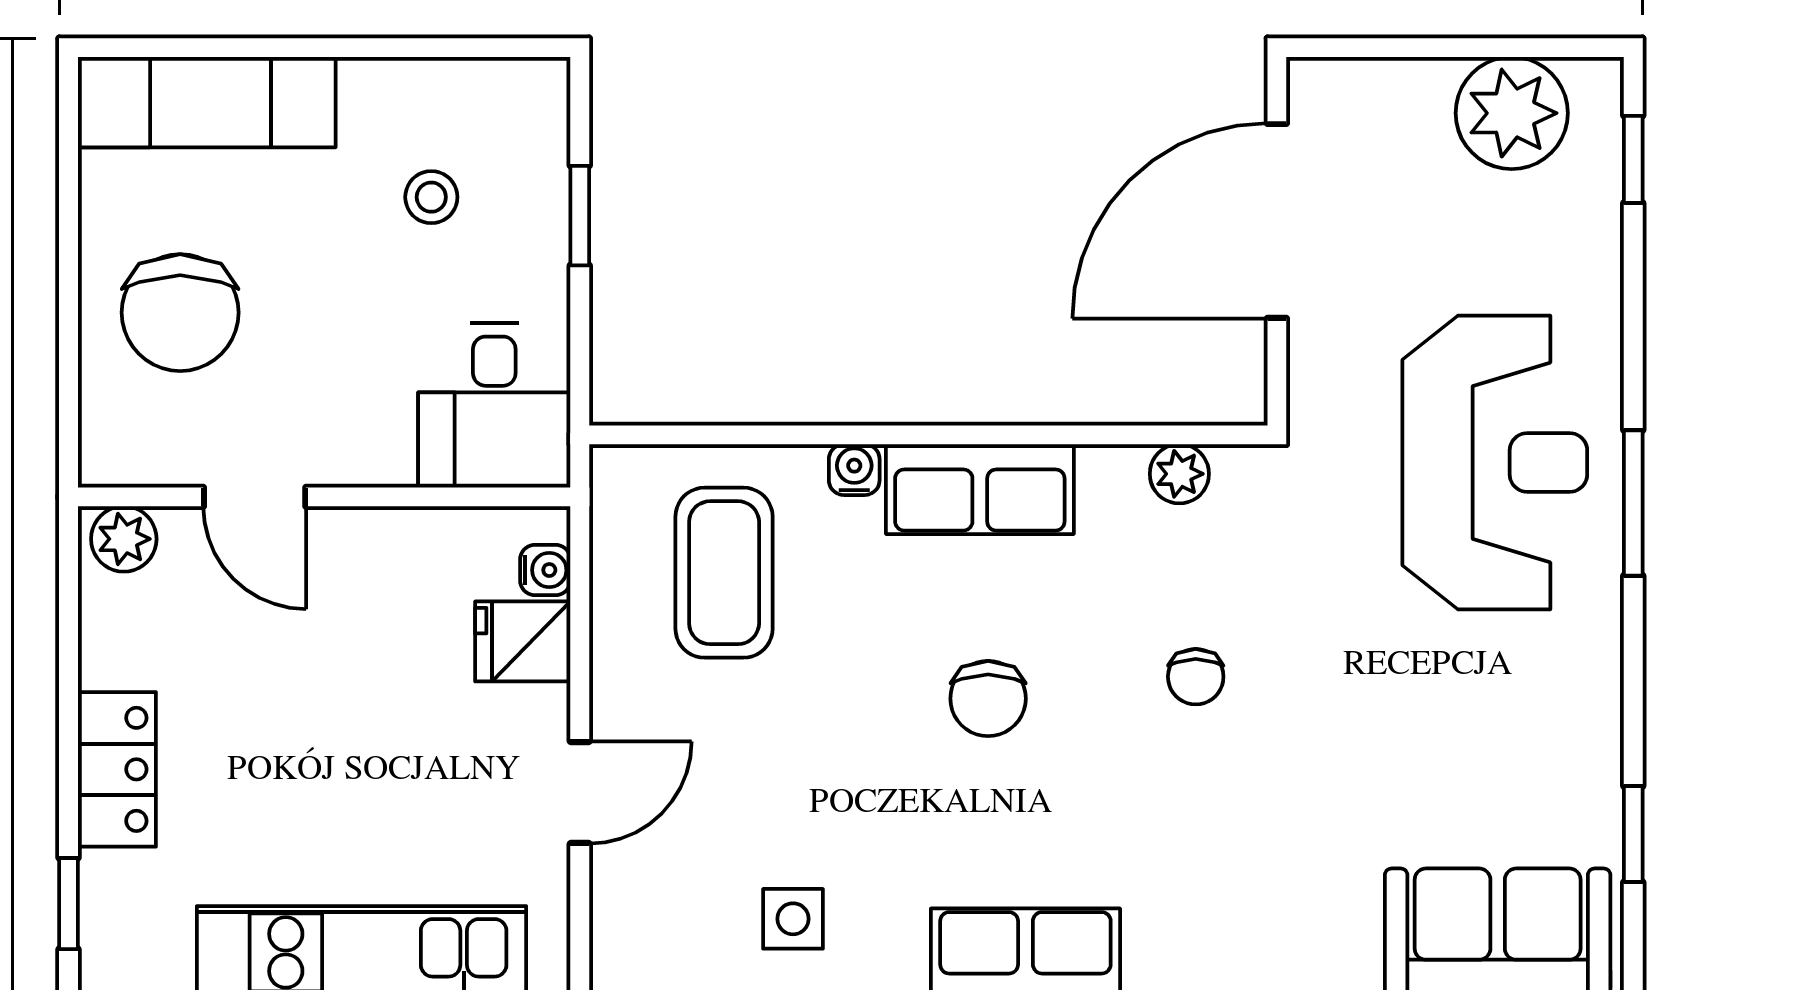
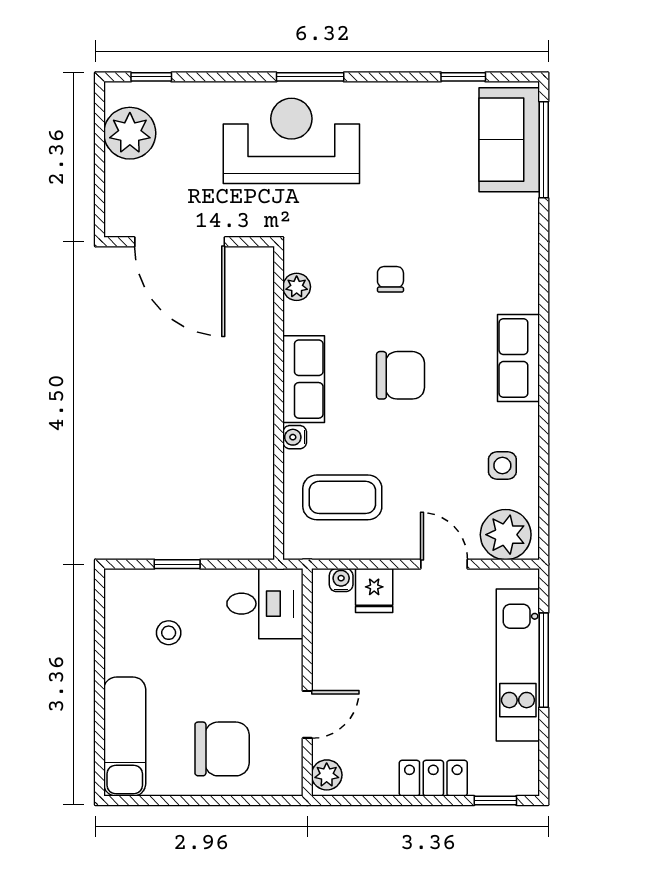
chair: (1196, 677) -> (390, 279), turned -90
chair: (988, 699) -> (401, 375), width x1.37, depth x1.37
plant: (644, 926) -> (506, 535), added

